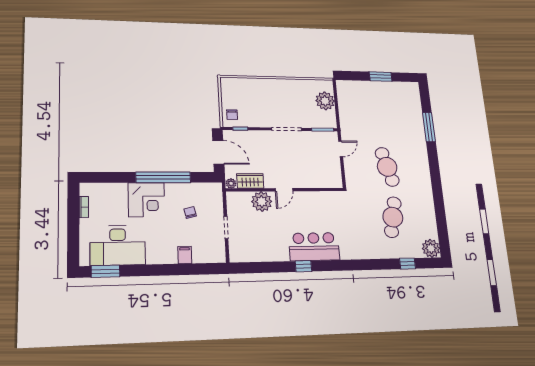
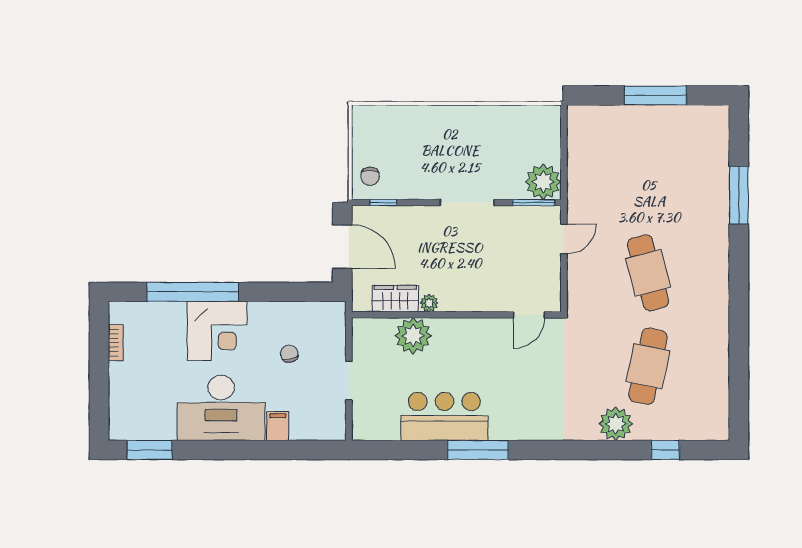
window: (381, 77) -> (655, 95), width x1.44
plant: (325, 101) -> (543, 182), moved
window: (163, 177) -> (193, 292), moved
plant: (231, 183) -> (429, 303), moved
door: (284, 190) -> (529, 315), moved
desk: (118, 245) -> (221, 408), moved
bar counter: (314, 247) -> (444, 416), moved
plant: (431, 248) -> (616, 424), moved
window: (303, 266) -> (478, 450), width x2.17

